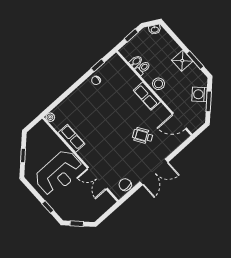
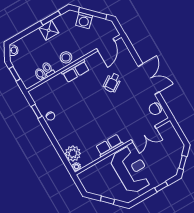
window: (209, 101) -> (93, 13), width x1.44
plant: (63, 111) -> (73, 153), added
row of seats: (72, 138) -> (109, 145), moved

